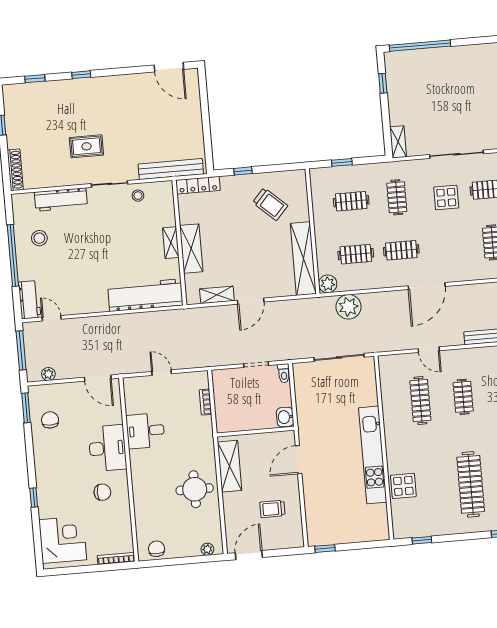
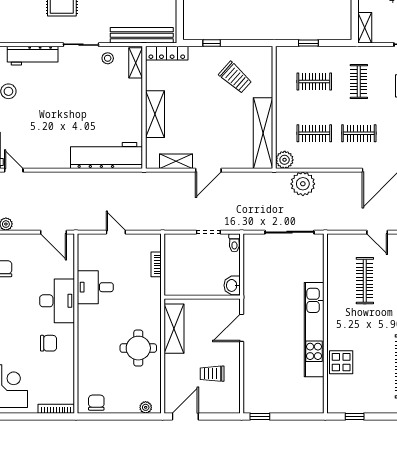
shelving: (171, 243) -> (136, 63), moved

